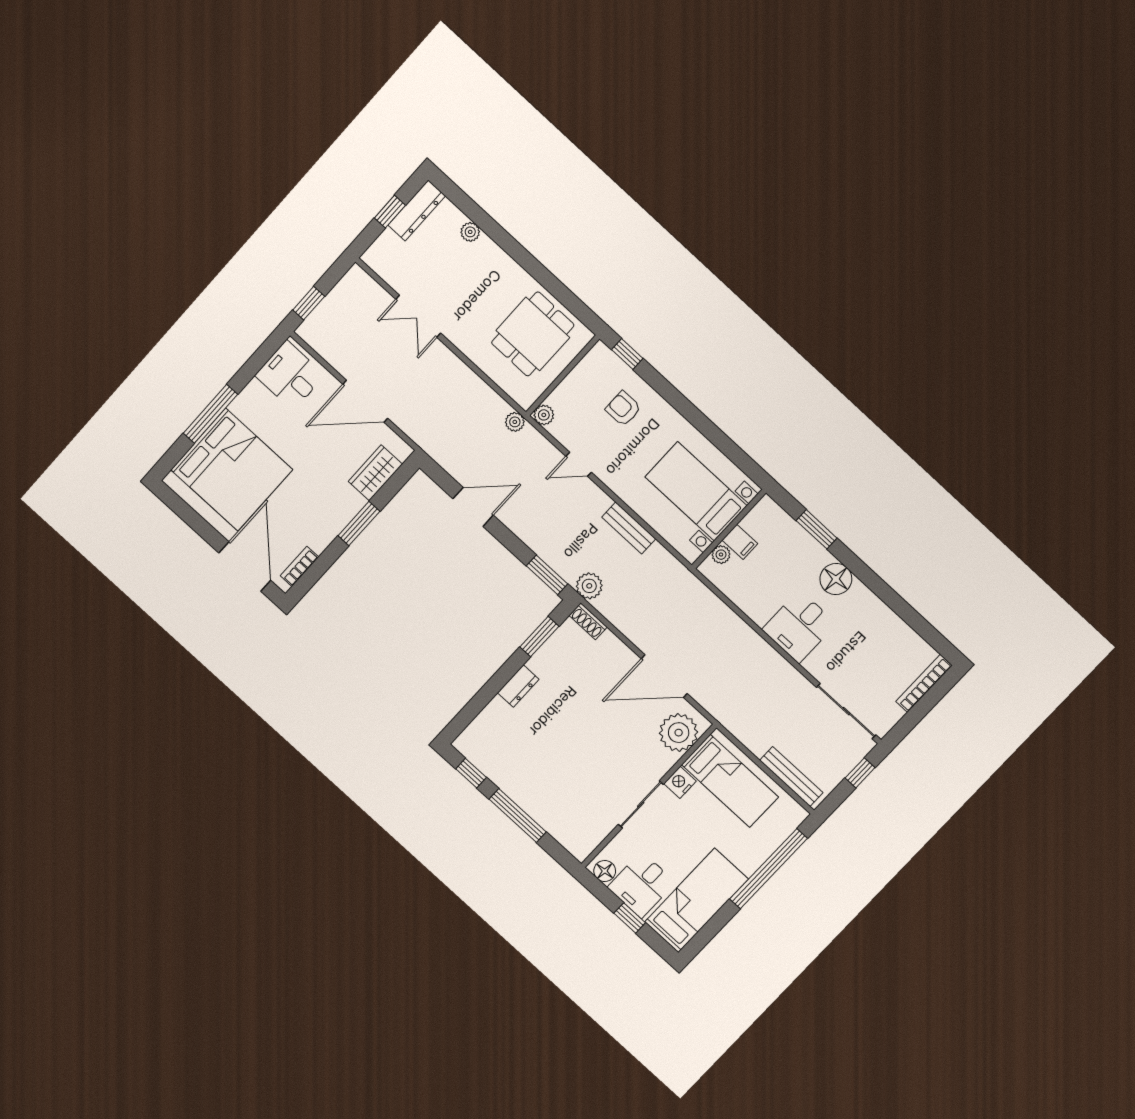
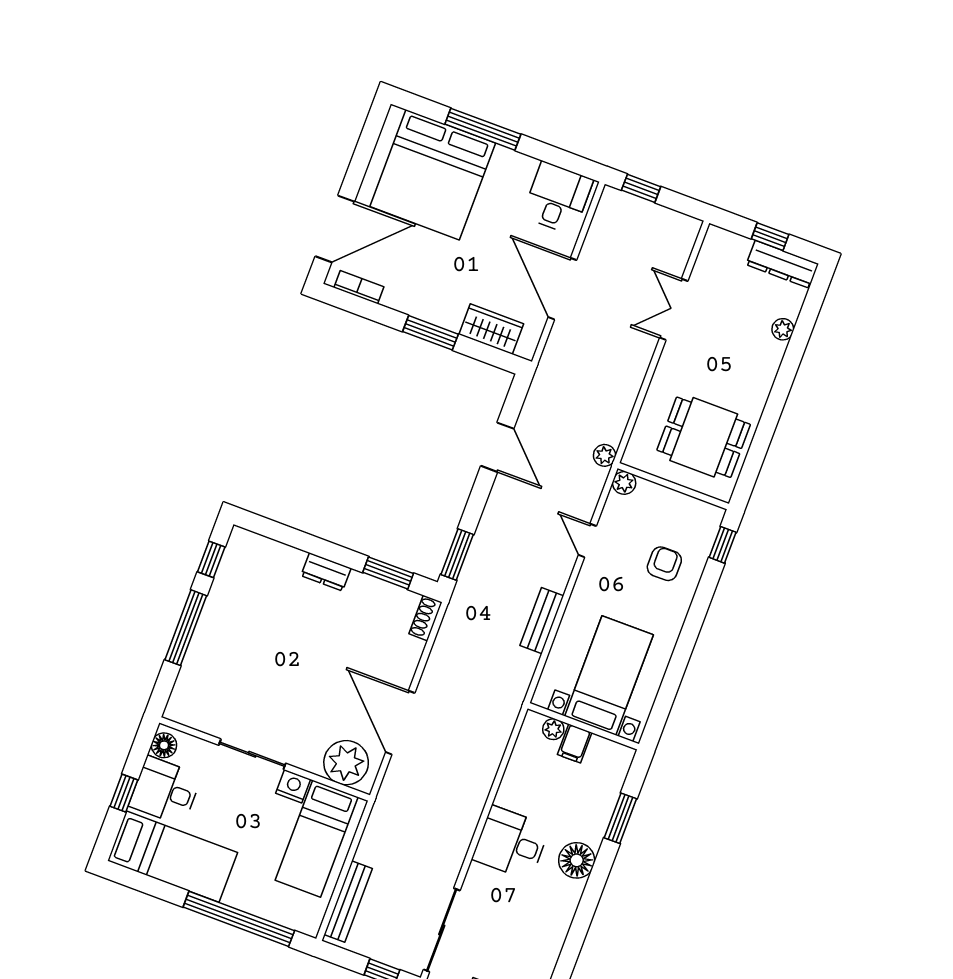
plant: (589, 586) -> (464, 604), removed

